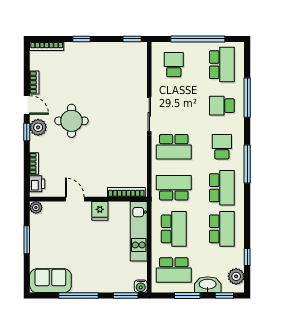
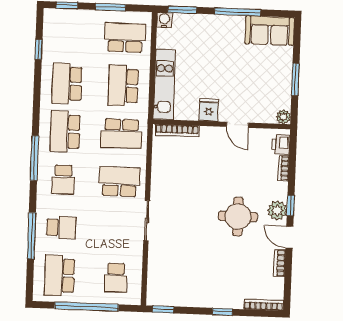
plant: (236, 276) -> (52, 27), removed
washbasin: (208, 285) -> (86, 19), removed

